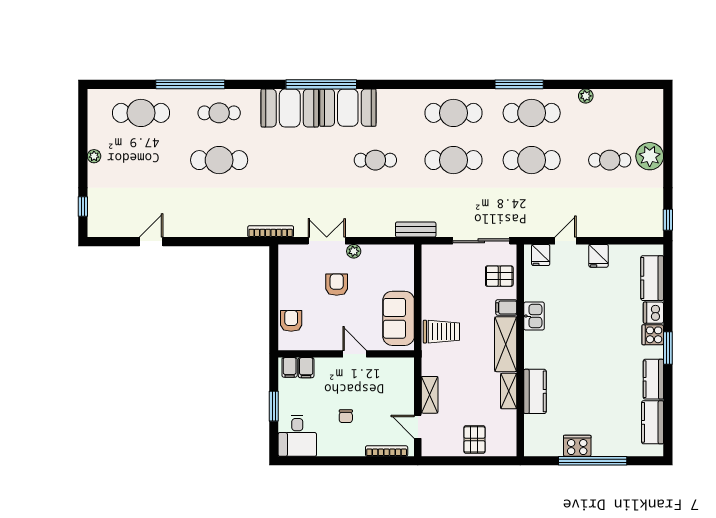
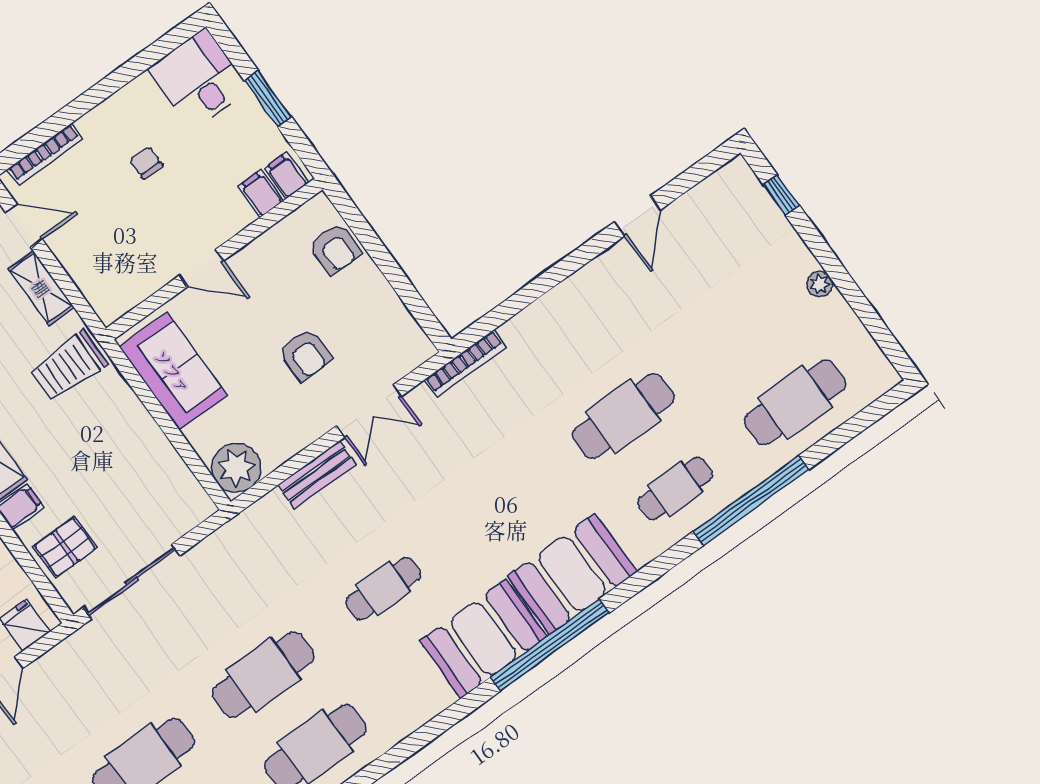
bench: (416, 230) -> (317, 475), moved
plant: (354, 251) -> (236, 468), moved, width x1.88, depth x1.88
trolley: (441, 332) -> (68, 366), moved

